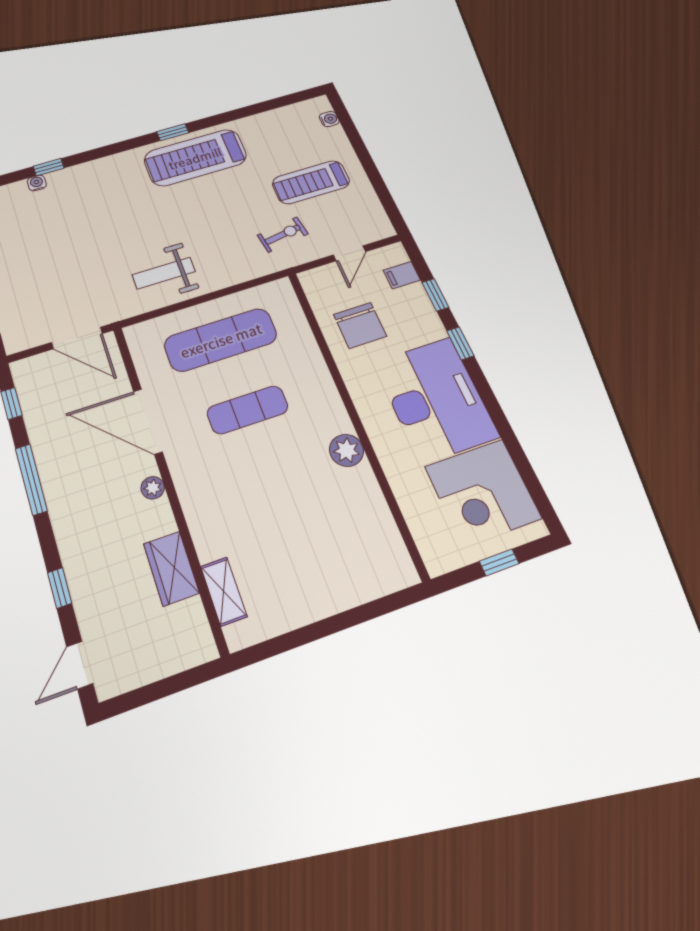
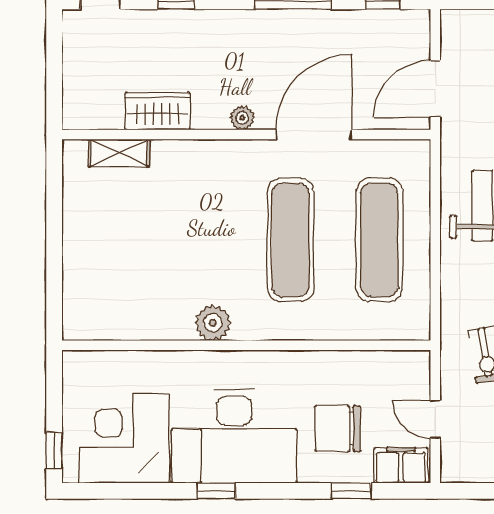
filing cabinet: (402, 275) -> (401, 465), width x2.00
chair: (360, 325) -> (338, 429), moved
window: (460, 343) -> (216, 491), moved
exercise mat: (248, 410) -> (291, 240), width x1.36, depth x1.45
window: (499, 562) -> (54, 451), moved

